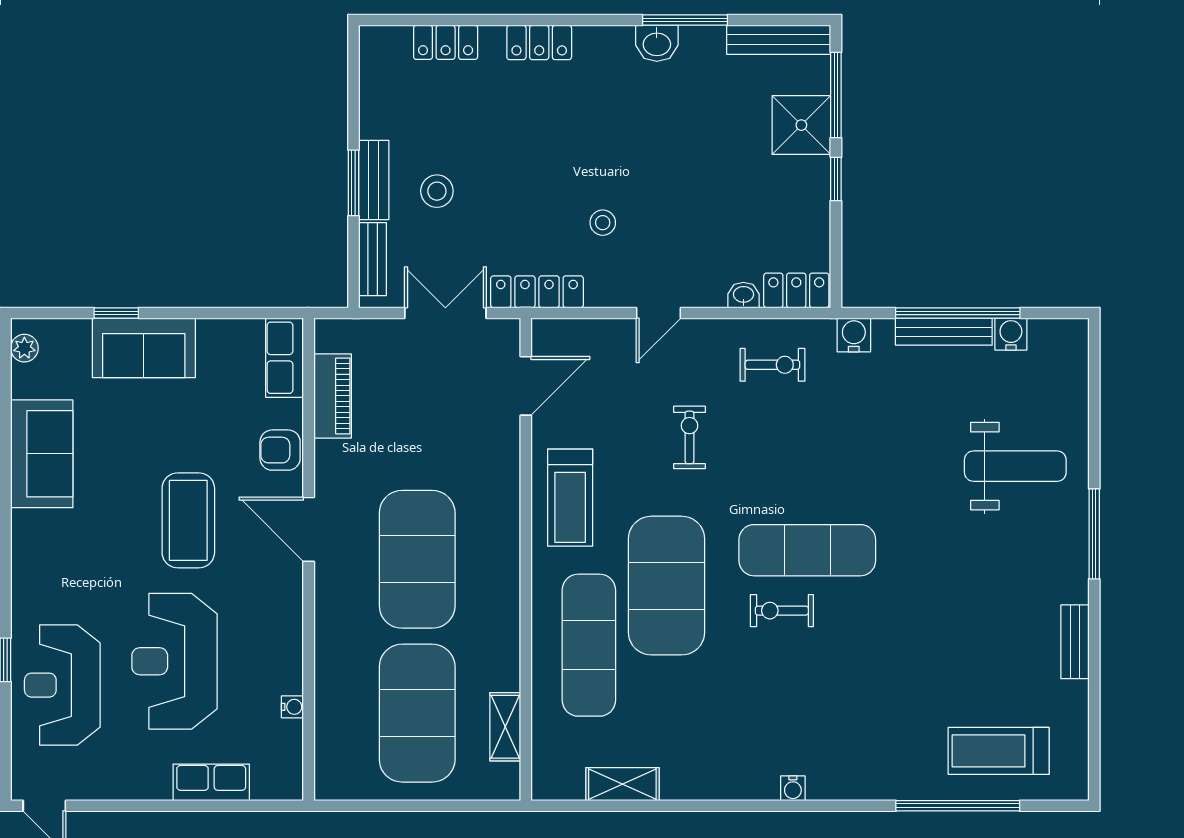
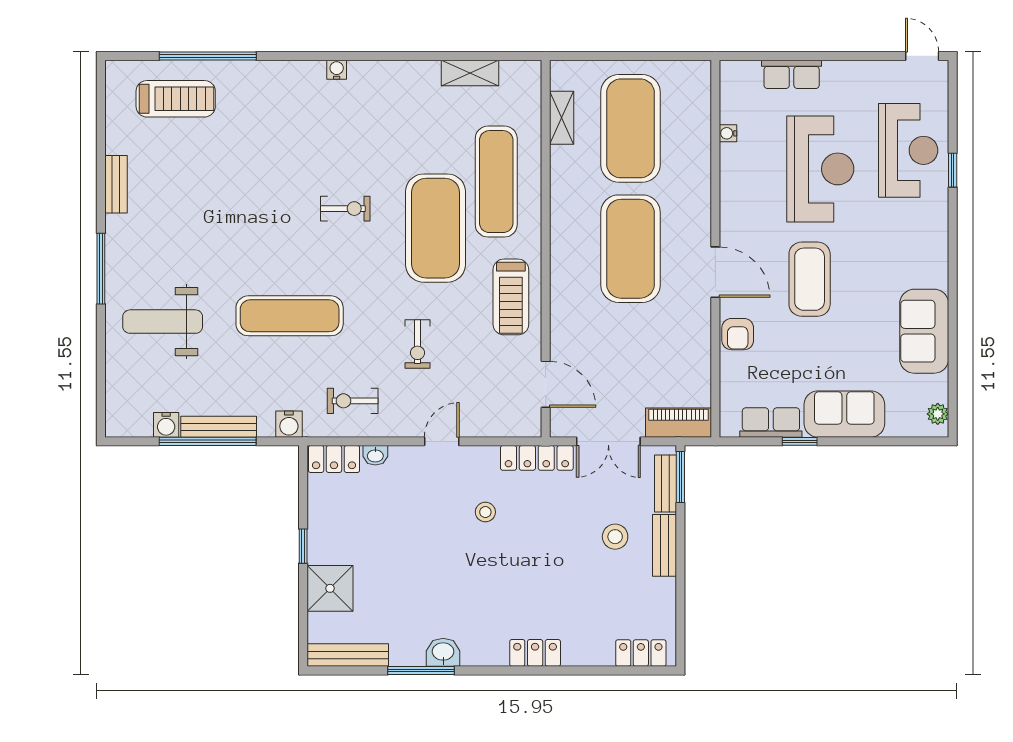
locker: (446, 42) -> (641, 653), moved
window: (836, 95) -> (303, 612), removed
window: (353, 183) -> (680, 477), moved
window: (116, 313) -> (800, 441), moved
row of seats: (285, 358) -> (771, 423), moved, turned -90
door: (526, 386) -> (546, 384), swing flipped
piano: (333, 396) -> (678, 423), moved, turned 90
armchair: (280, 450) -> (738, 334), turned 90
treadmill: (570, 498) -> (511, 297), turned 180
exercise mat: (807, 550) -> (290, 316), moved

